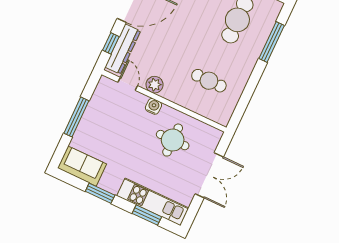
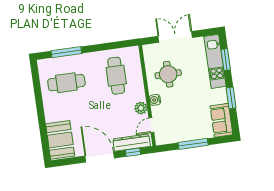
cafe table: (209, 81) -> (116, 76), width x1.37, depth x1.35

